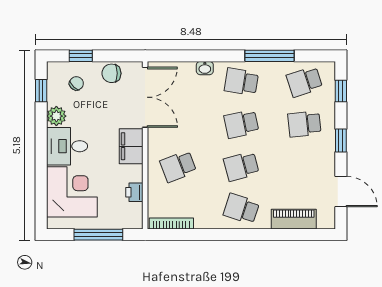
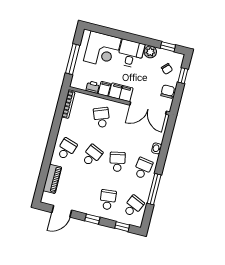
school desk: (304, 82) -> (133, 206), turned 42
school desk: (241, 166) -> (92, 155), turned 39
filing cabinet: (132, 173) -> (104, 89), added

